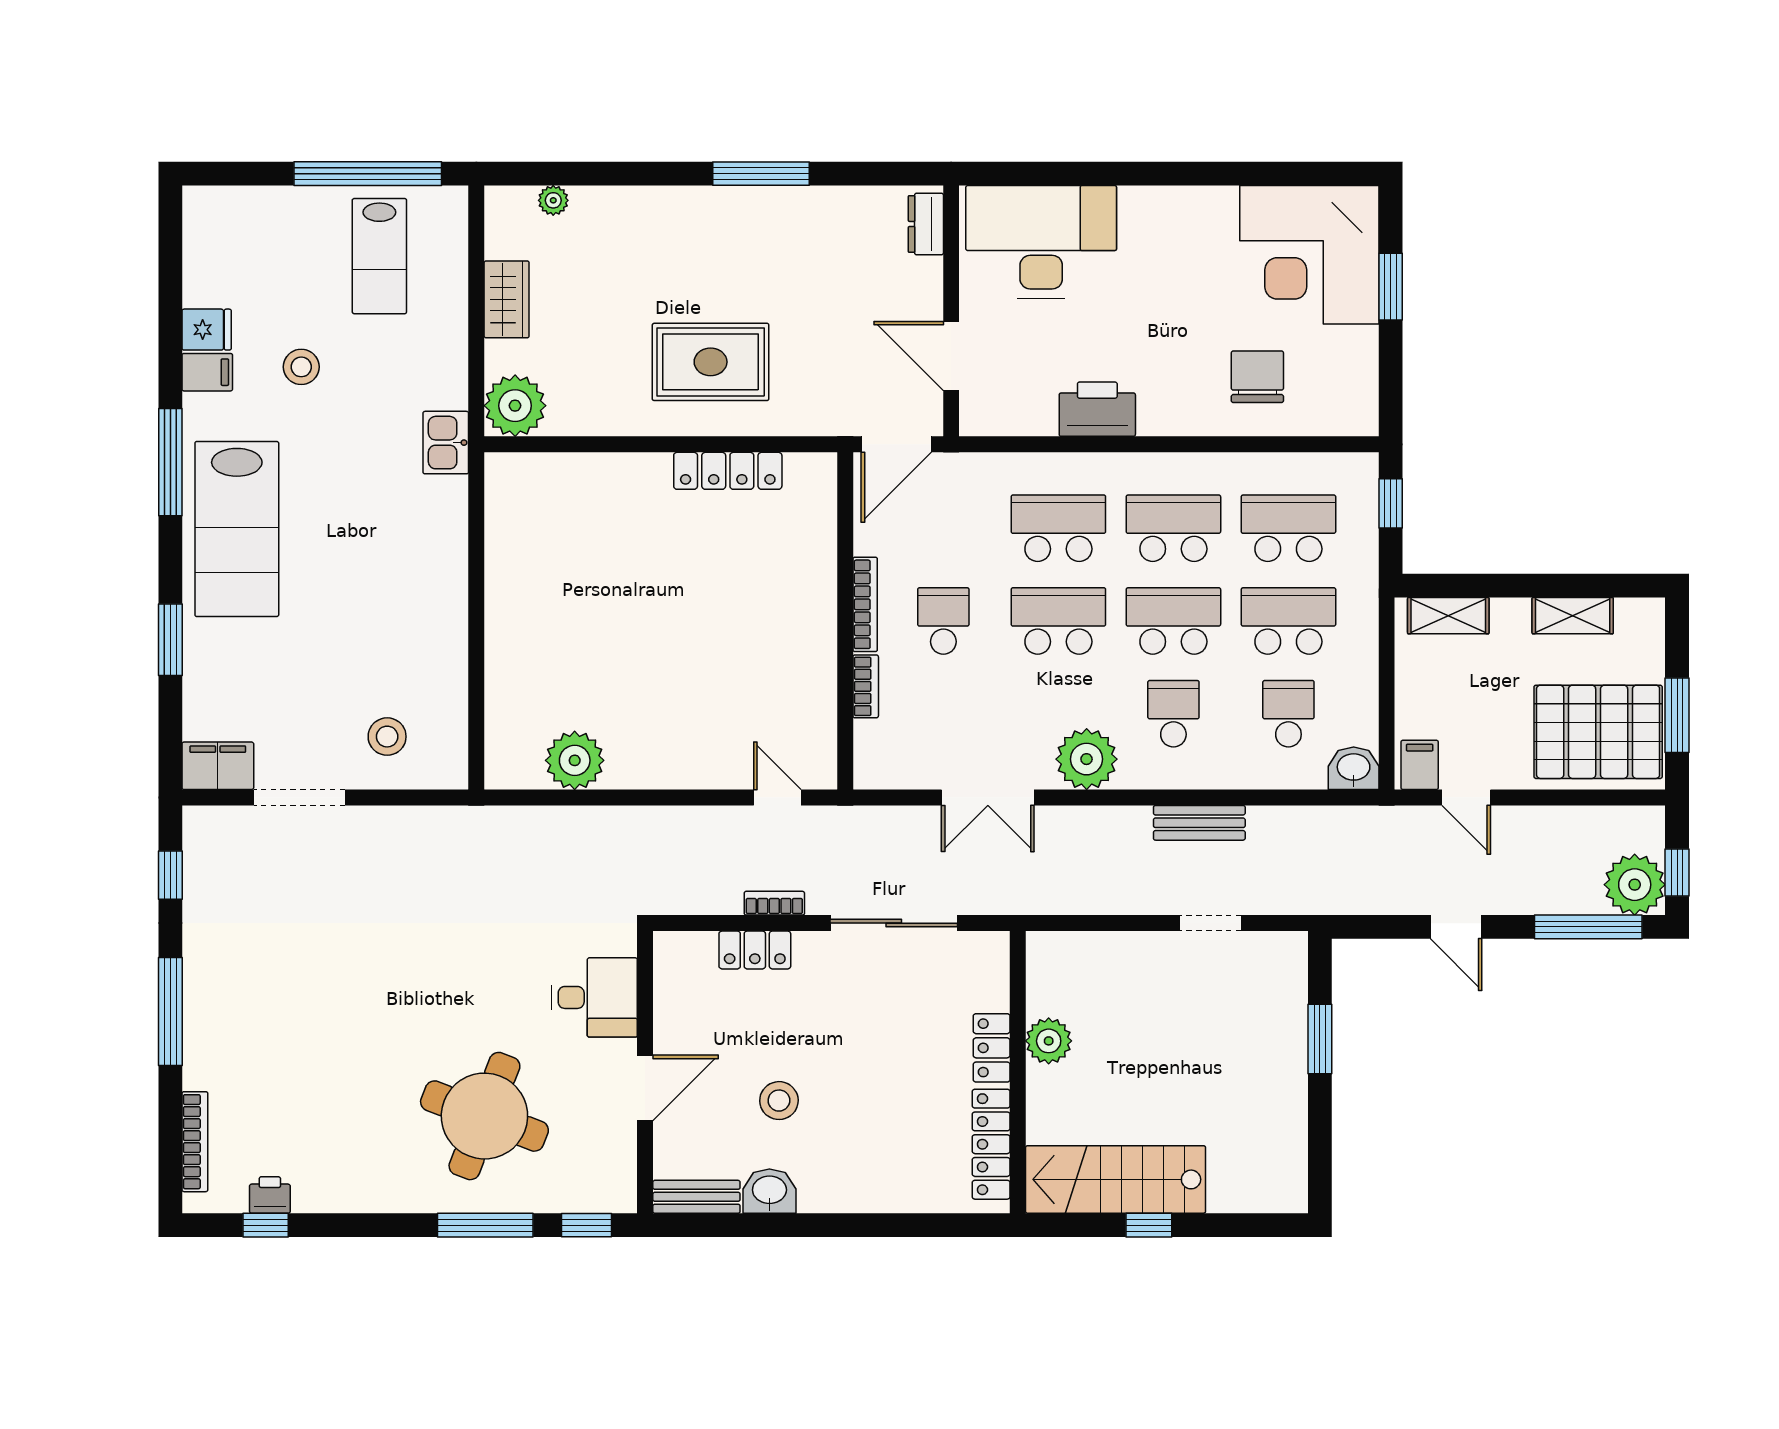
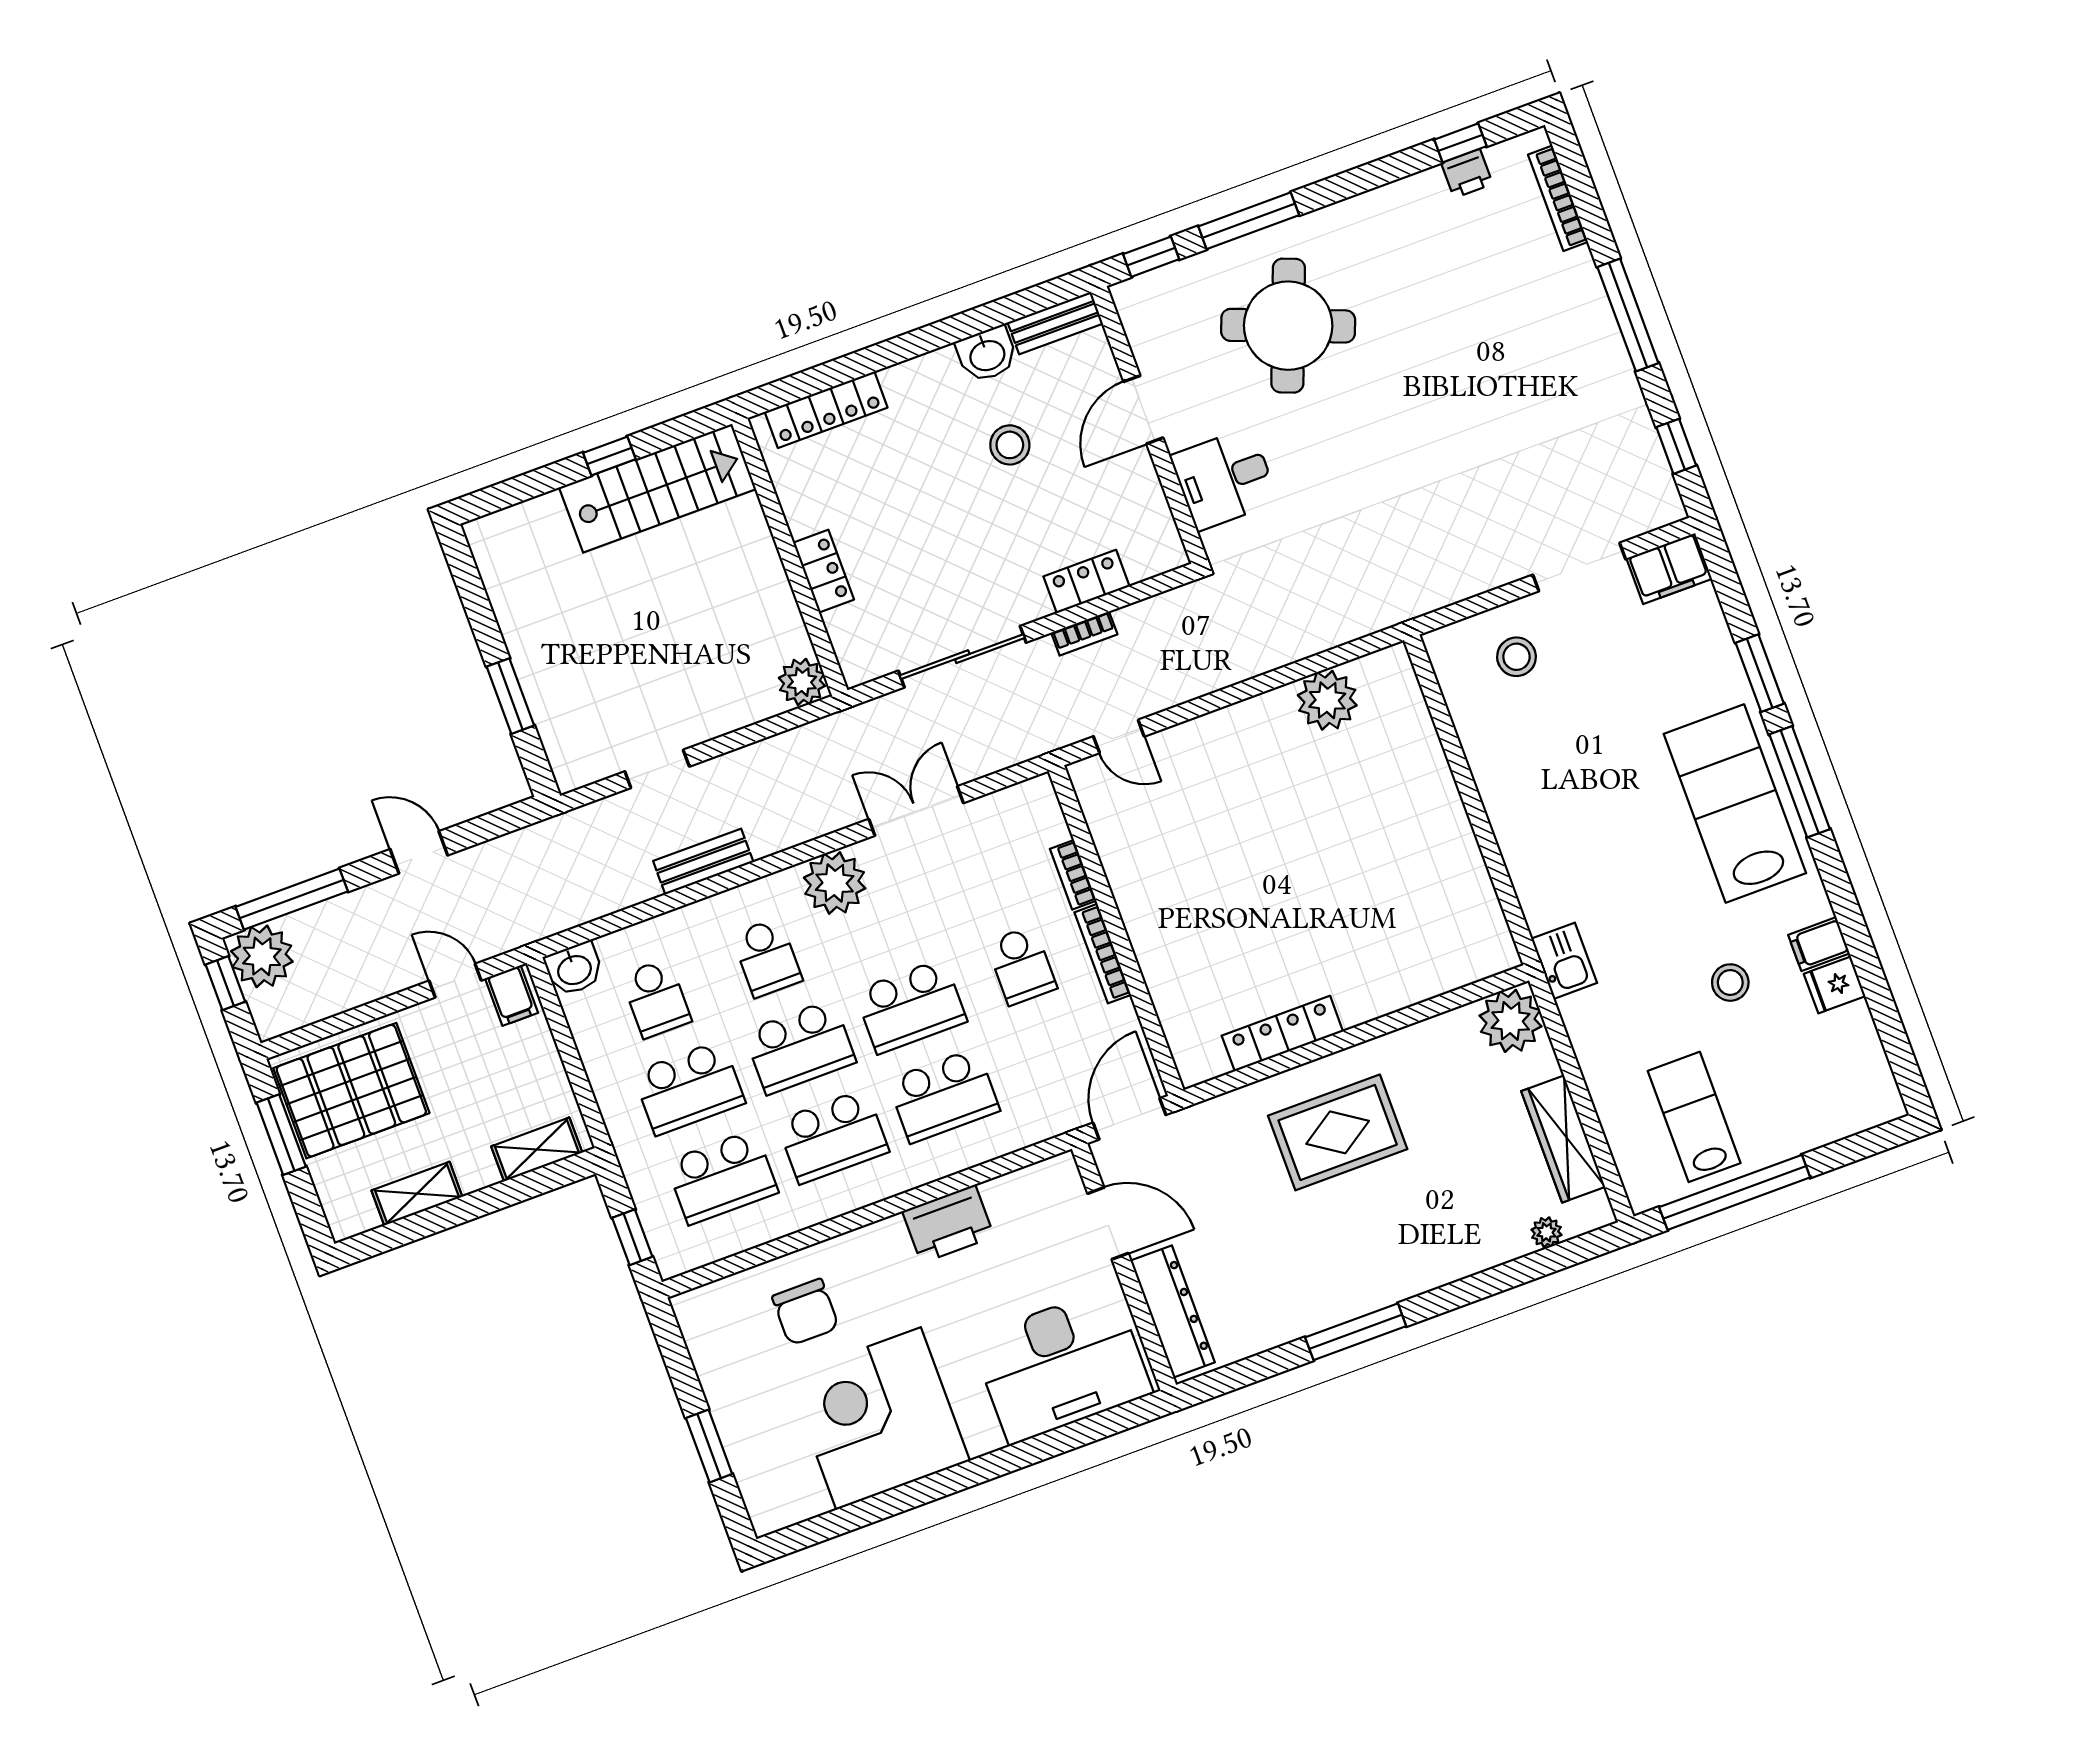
dresser: (926, 224) -> (1173, 1311), width x1.96, depth x1.24
corner desk: (1309, 255) -> (879, 1419), moved, turned -90
wardrobe: (507, 299) -> (1563, 1139), width x1.50
window: (170, 462) -> (1800, 782), moved
plant: (1049, 1041) -> (802, 682), moved
locker: (991, 1144) -> (826, 410), moved, turned 90

